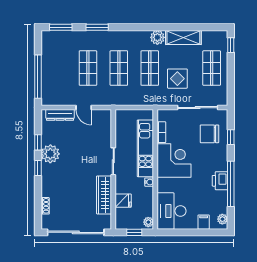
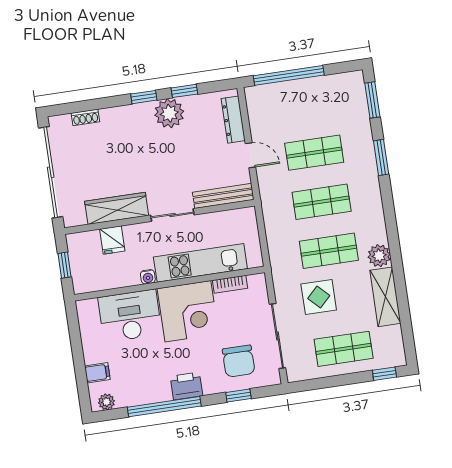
door: (84, 108) -> (250, 155), swing flipped
bench: (106, 128) -> (223, 196), added
chair: (209, 134) -> (239, 361), turned 180
printer: (220, 181) -> (186, 386), moved
desk: (172, 211) -> (130, 316), moved
plant: (148, 222) -> (84, 285), removed

